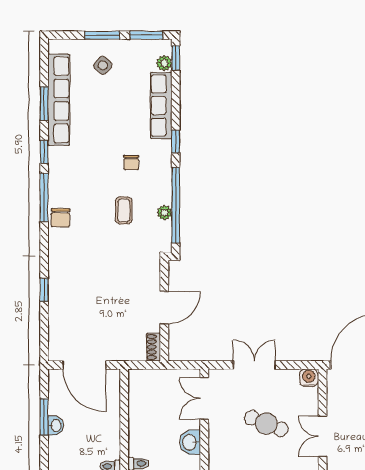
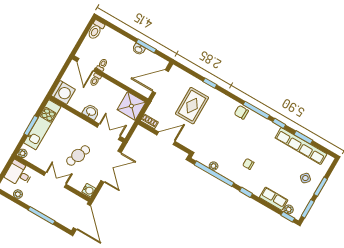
row of seats: (161, 106) -> (274, 199), width x0.68
coffee table: (124, 210) -> (226, 146), removed
rug: (93, 297) -> (192, 106), added
door: (164, 308) -> (166, 138), swing flipped
double door: (254, 365) -> (111, 167), width x1.37
shower: (146, 387) -> (131, 106), added

